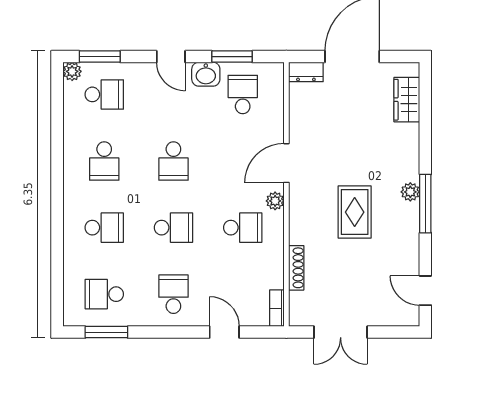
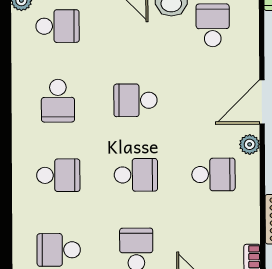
school desk: (173, 161) -> (135, 100), turned 90

